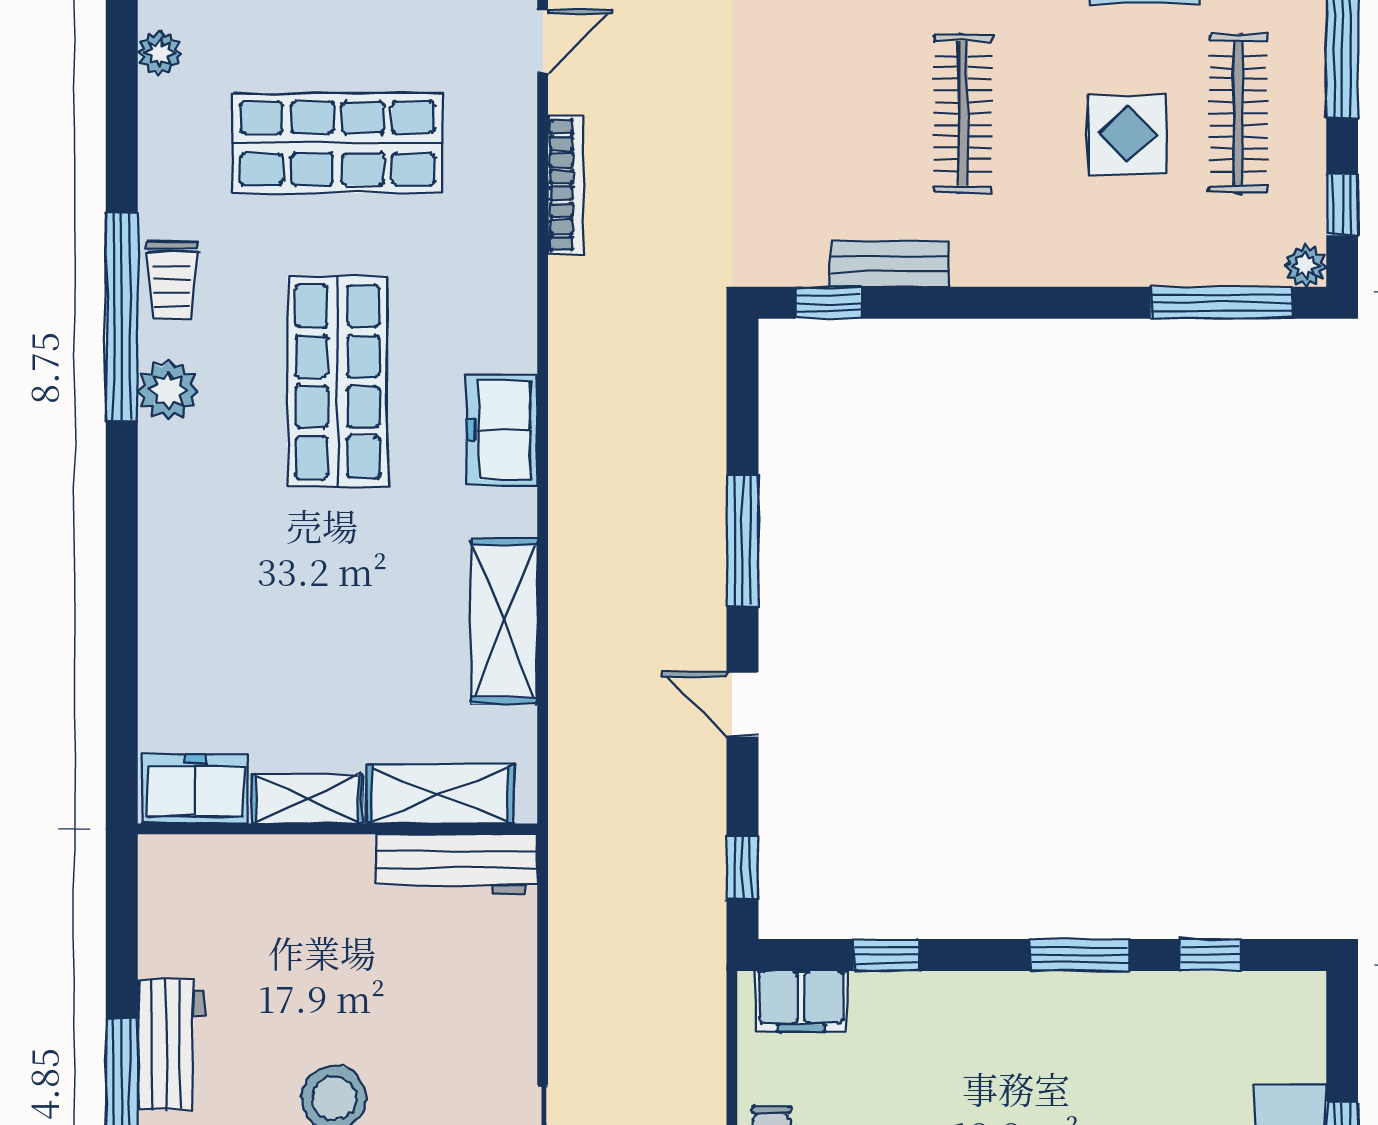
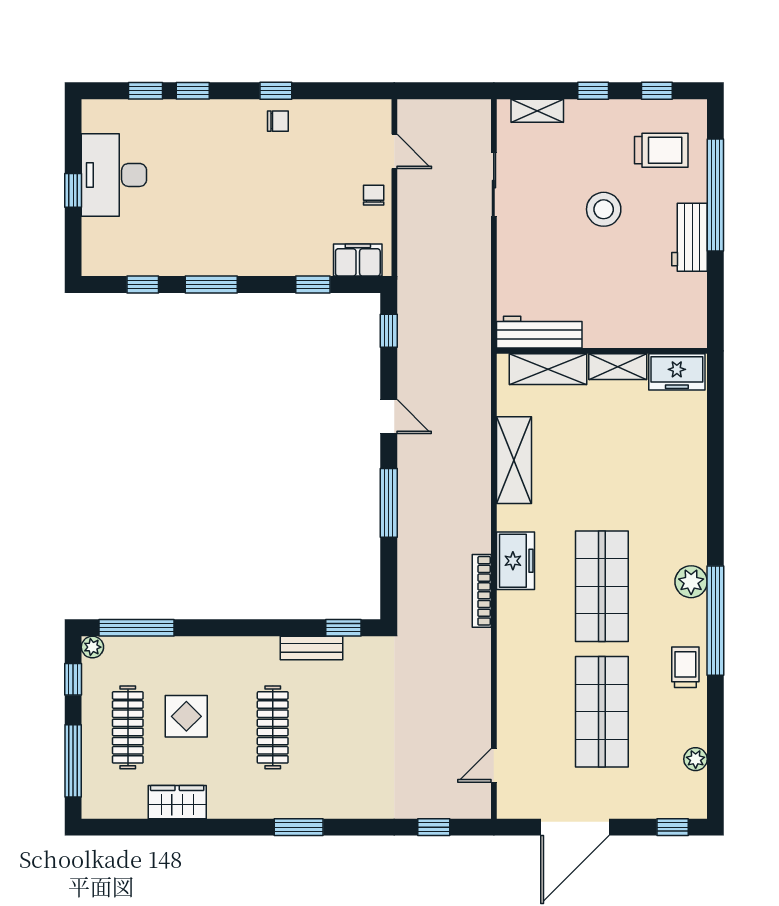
shop shelf: (337, 143) -> (602, 712), turned 90
bookcase: (566, 185) -> (482, 591), moved
trolley: (172, 280) -> (685, 667), moved

